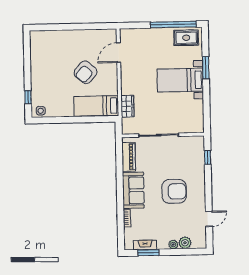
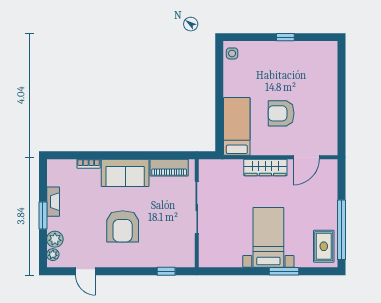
door: (119, 53) -> (306, 157), swing flipped
armchair: (86, 72) -> (281, 113), turned -41
window: (28, 97) -> (285, 37), moved
wardrobe: (127, 106) -> (265, 167), moved, width x1.50
fireplace: (145, 245) -> (53, 202), moved
plant: (173, 245) -> (53, 255), moved
window: (148, 253) -> (43, 216), moved

